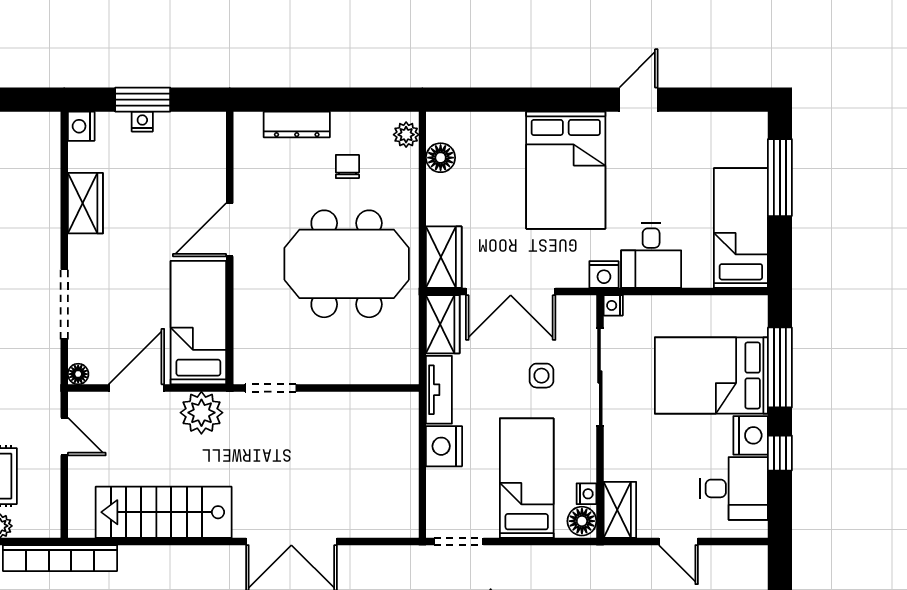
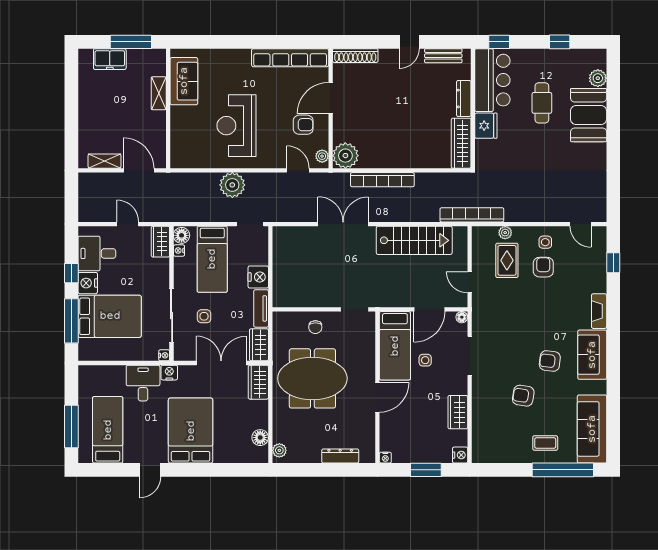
nightstand: (142, 122) -> (385, 458), moved
chair: (347, 166) -> (315, 327), moved
bed: (741, 228) -> (108, 430), moved, turned 180
side table: (144, 297) -> (425, 360), added
plant: (201, 413) -> (393, 296), removed

